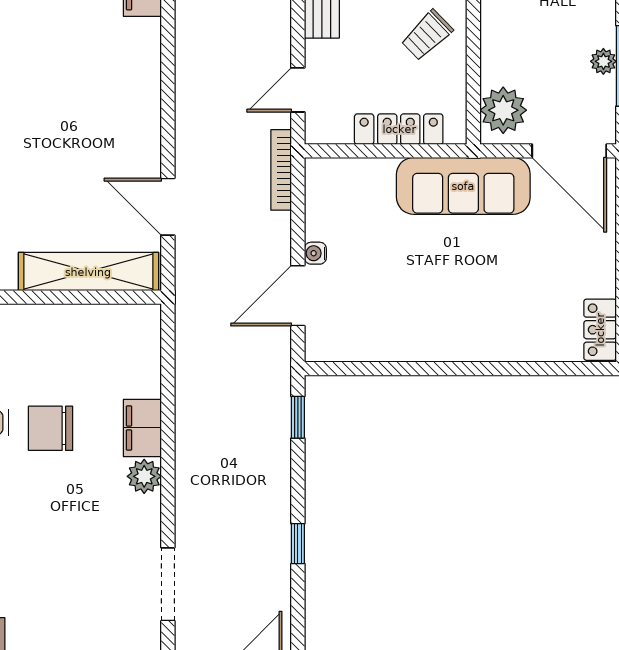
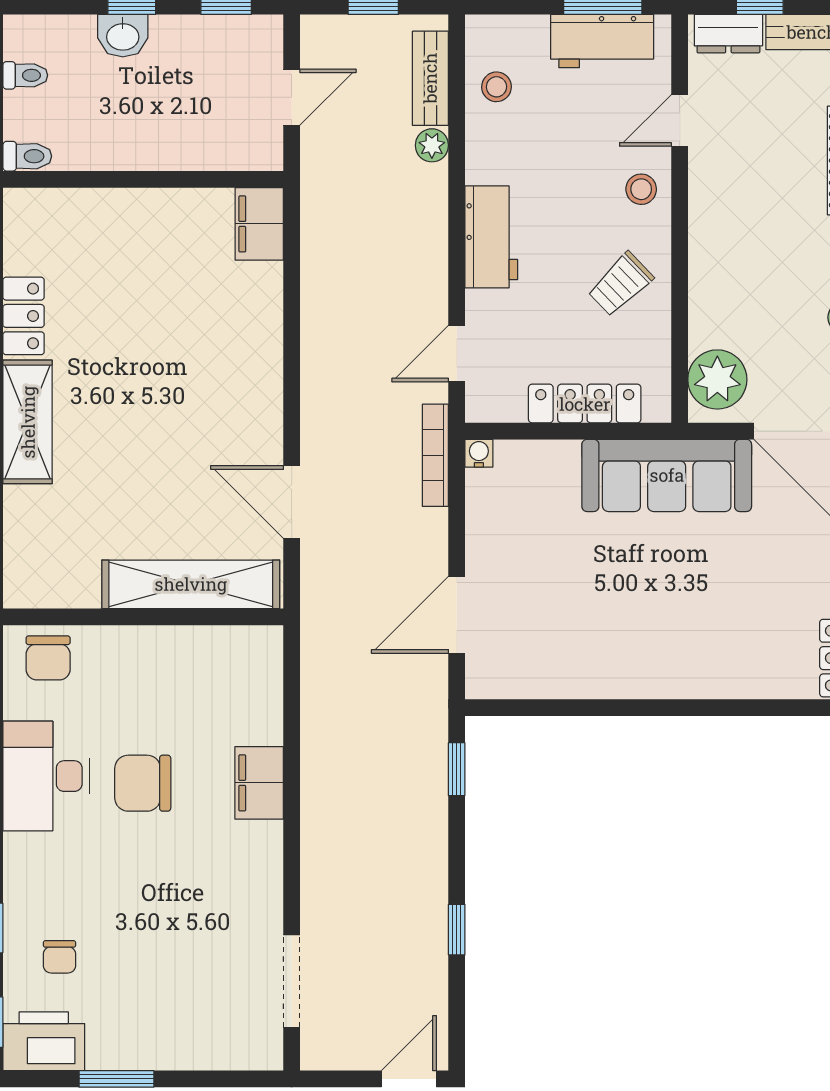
water cooler: (315, 253) -> (479, 453), moved, turned 90
plant: (144, 476) -> (262, 844), removed

